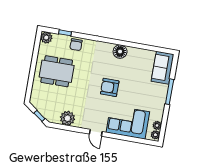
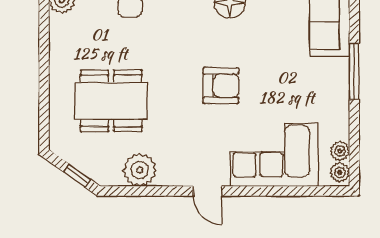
dining table: (57, 71) -> (111, 101), moved
armchair: (110, 87) -> (221, 86), turned 180

